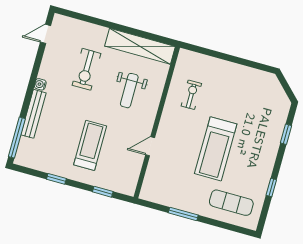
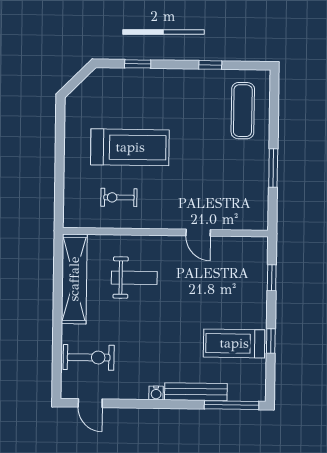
exercise bike: (86, 69) -> (89, 357), moved
treadmill: (90, 145) -> (234, 343), moved
treadmill: (216, 149) -> (130, 147), moved

